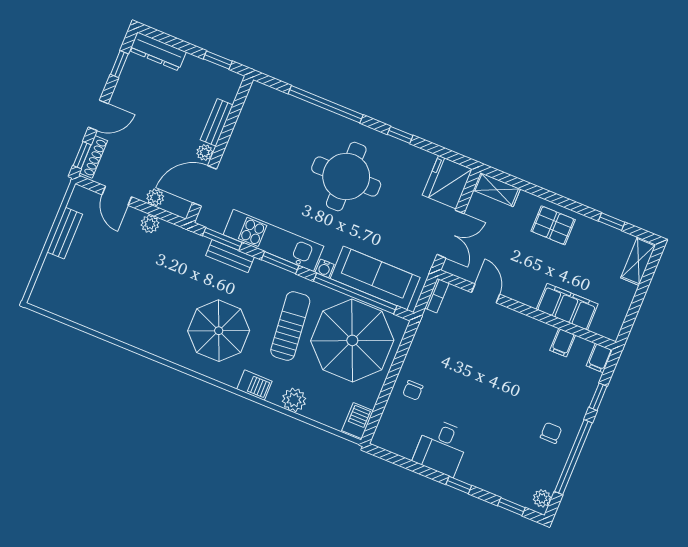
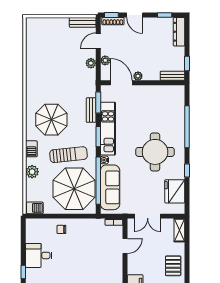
bench: (217, 122) -> (172, 76), moved
fridge: (447, 182) -> (175, 191), moved, turned -90
bench: (65, 233) -> (83, 22), moved

